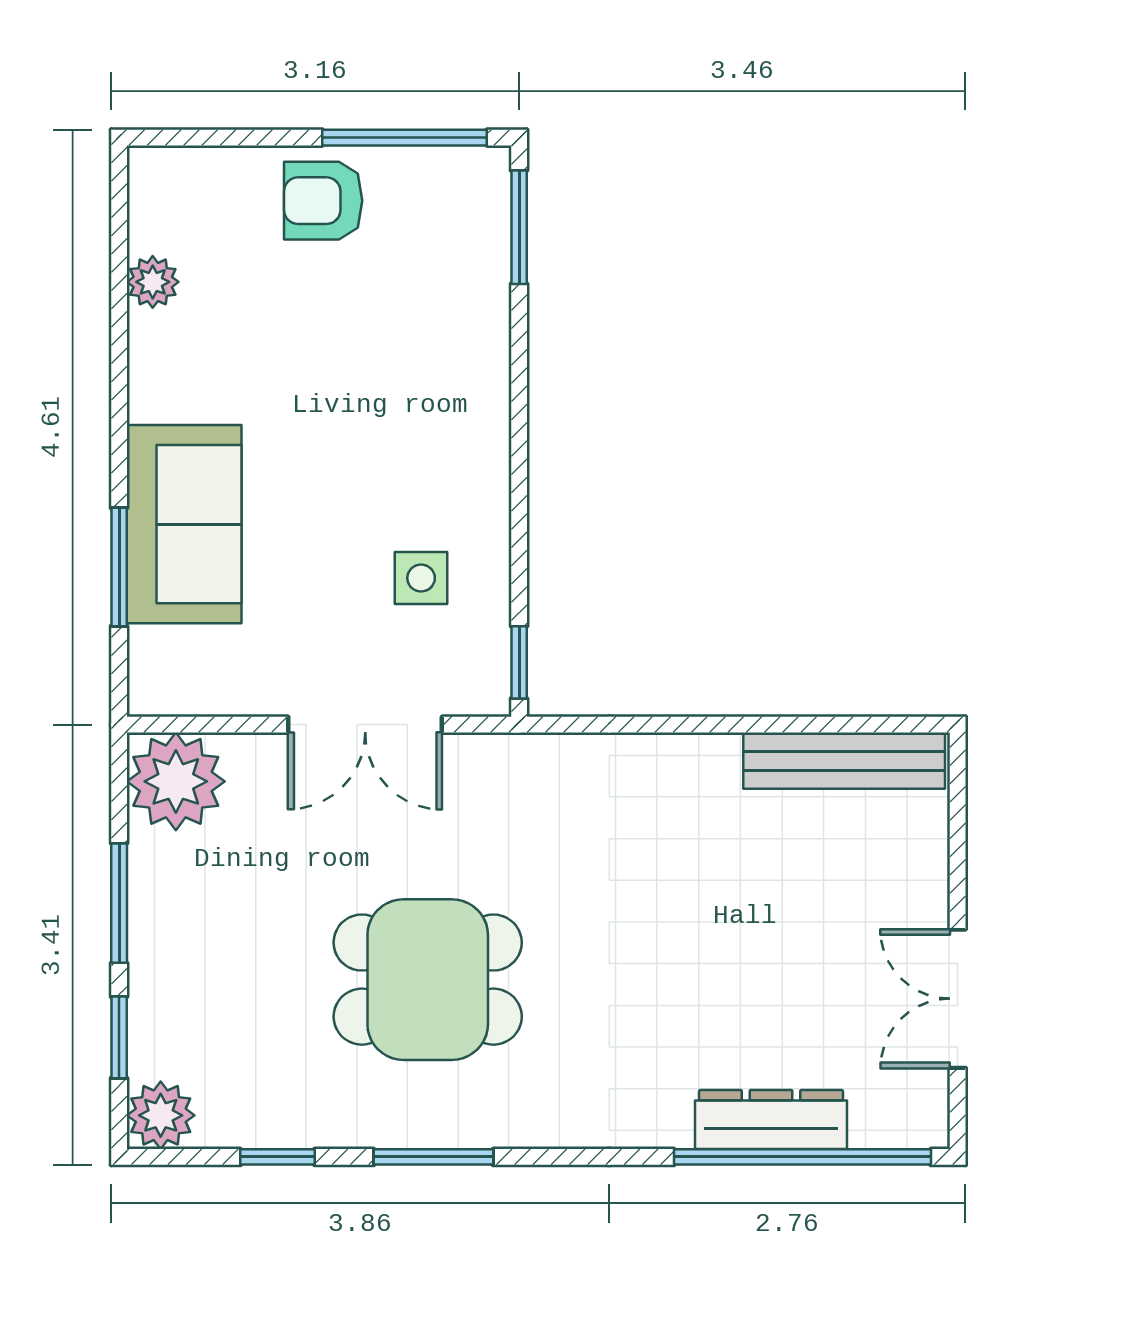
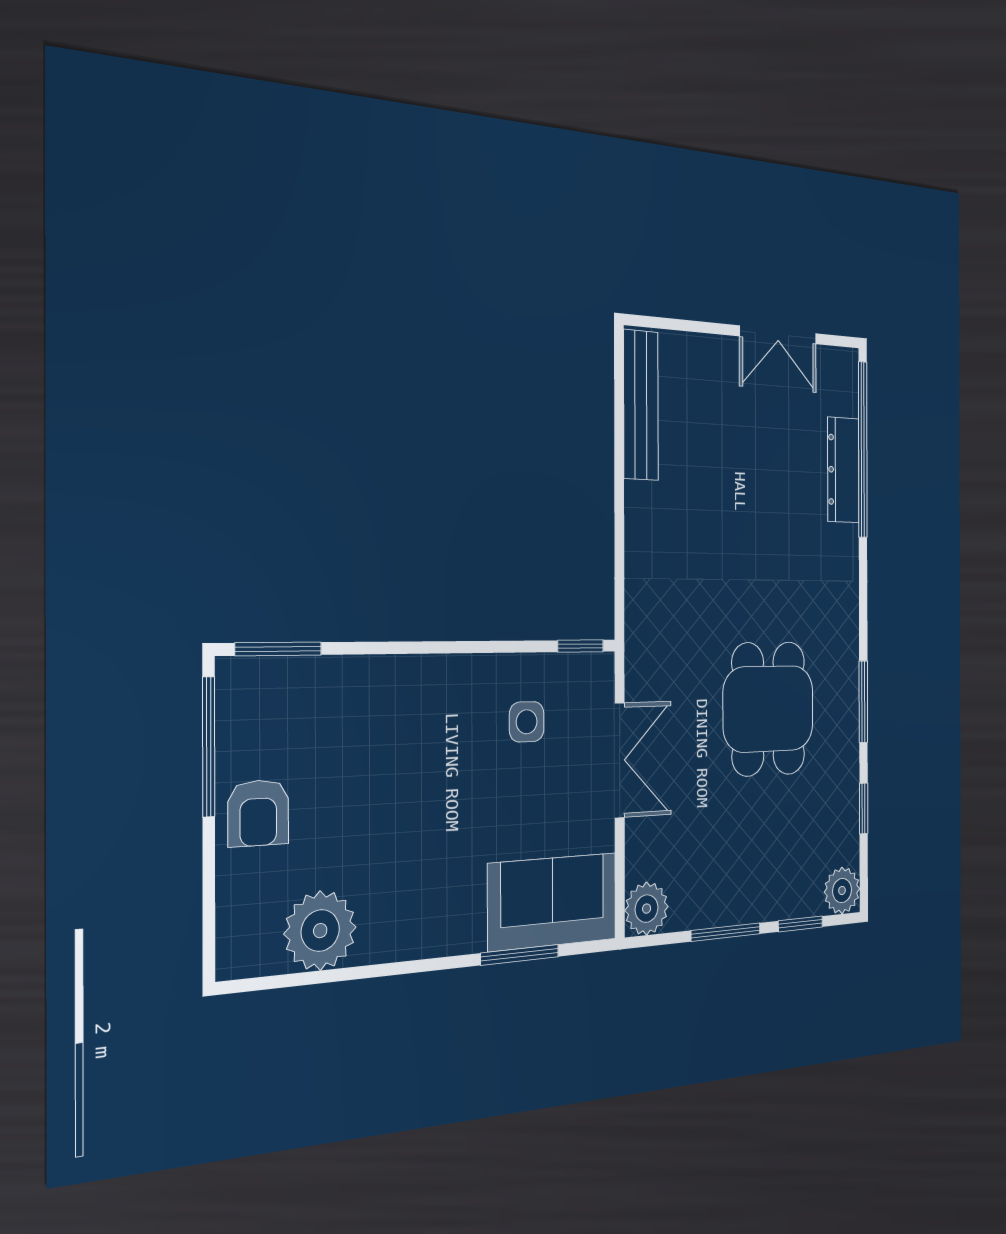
plant: (153, 282) -> (320, 931), width x1.87, depth x1.87
sofa: (184, 524) -> (553, 902), moved
plant: (176, 781) -> (647, 909), width x0.73, depth x0.73

